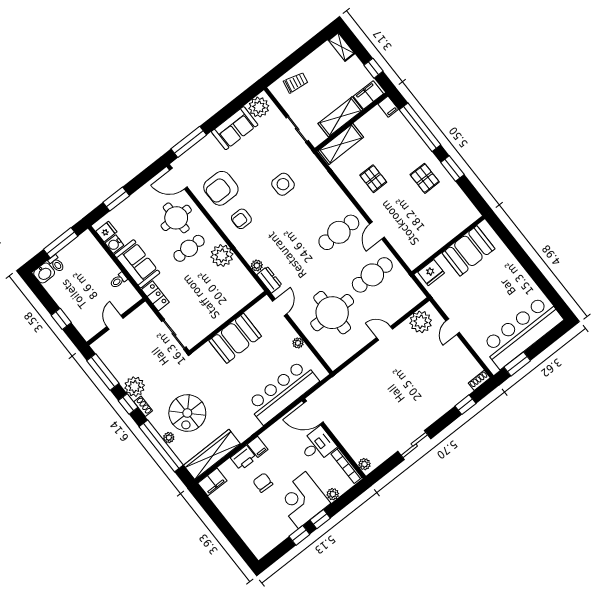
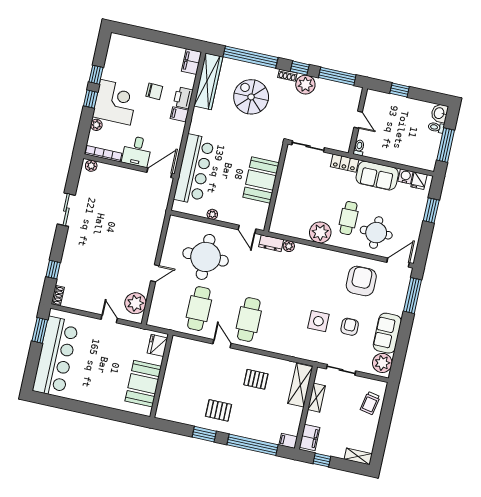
shelving: (340, 117) -> (316, 398), width x0.67, depth x0.75
armchair: (241, 219) -> (350, 327), moved
toilet: (118, 280) -> (359, 148), moved
plant: (169, 438) -> (250, 68), removed

